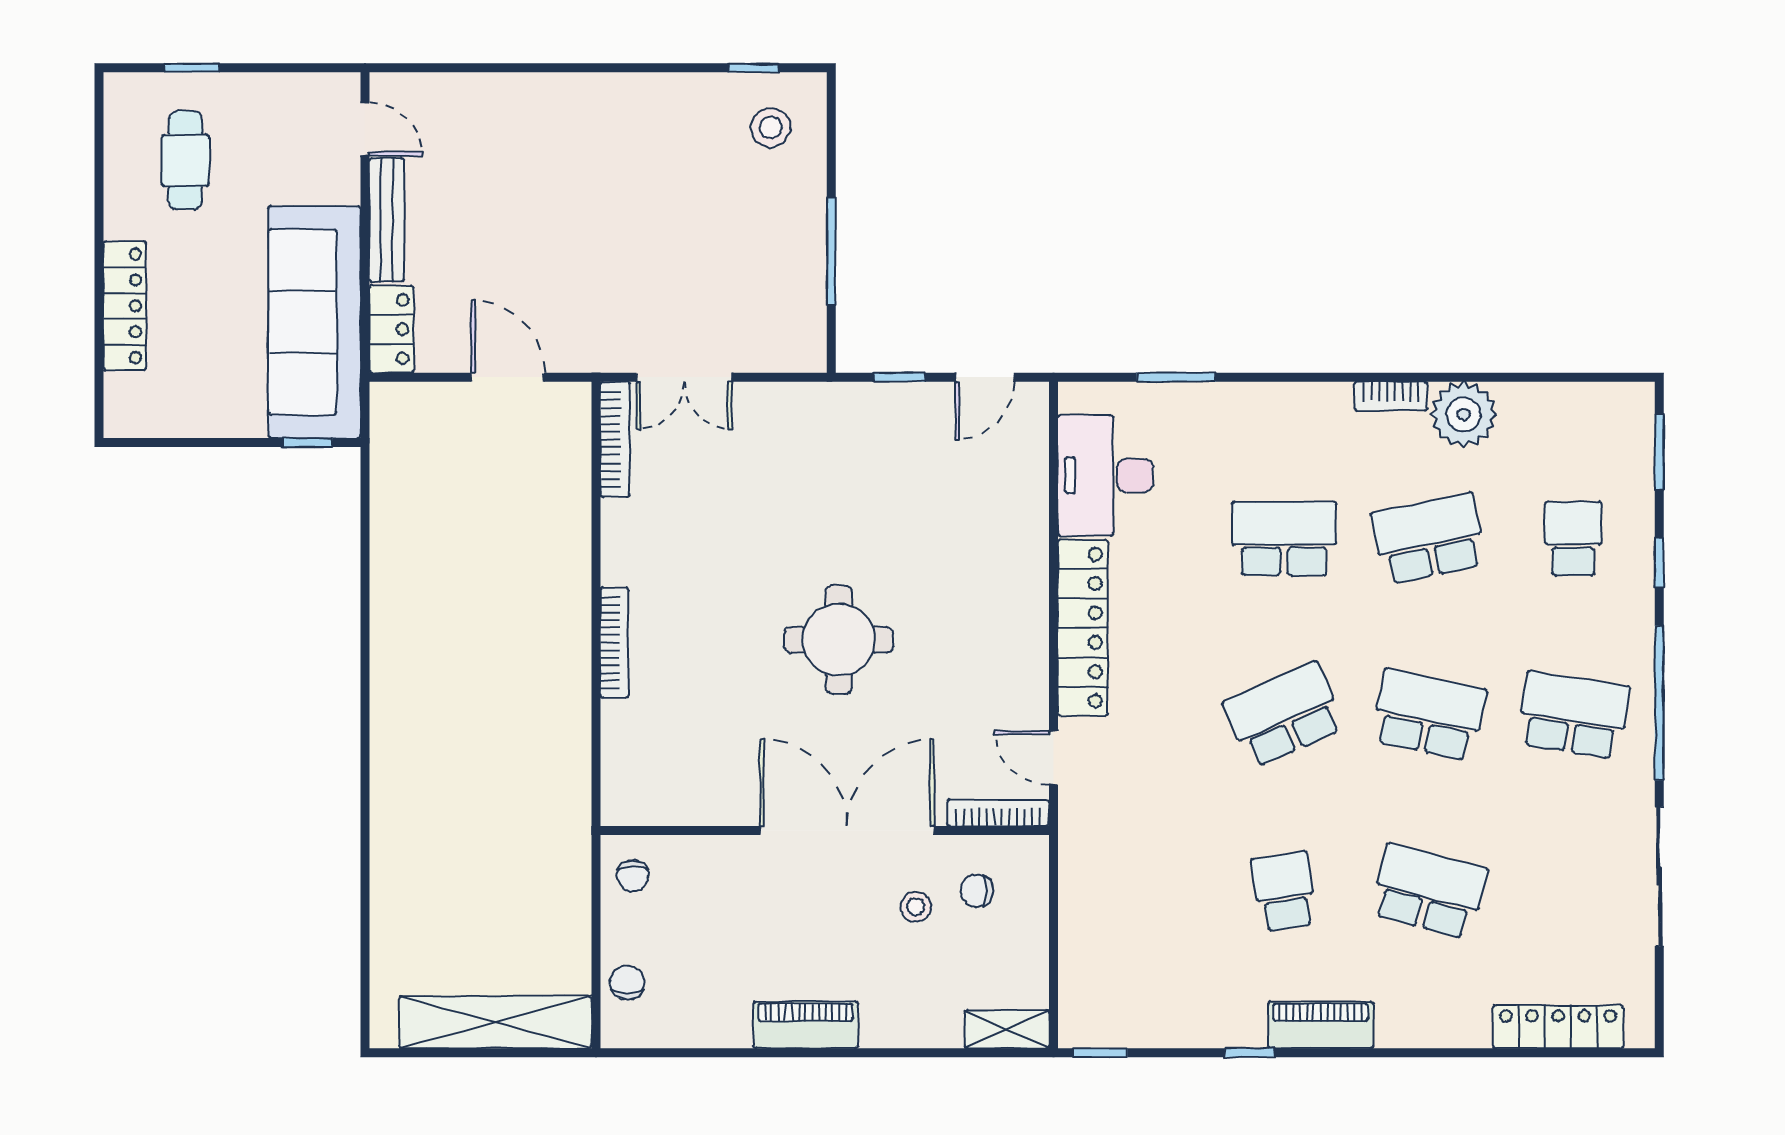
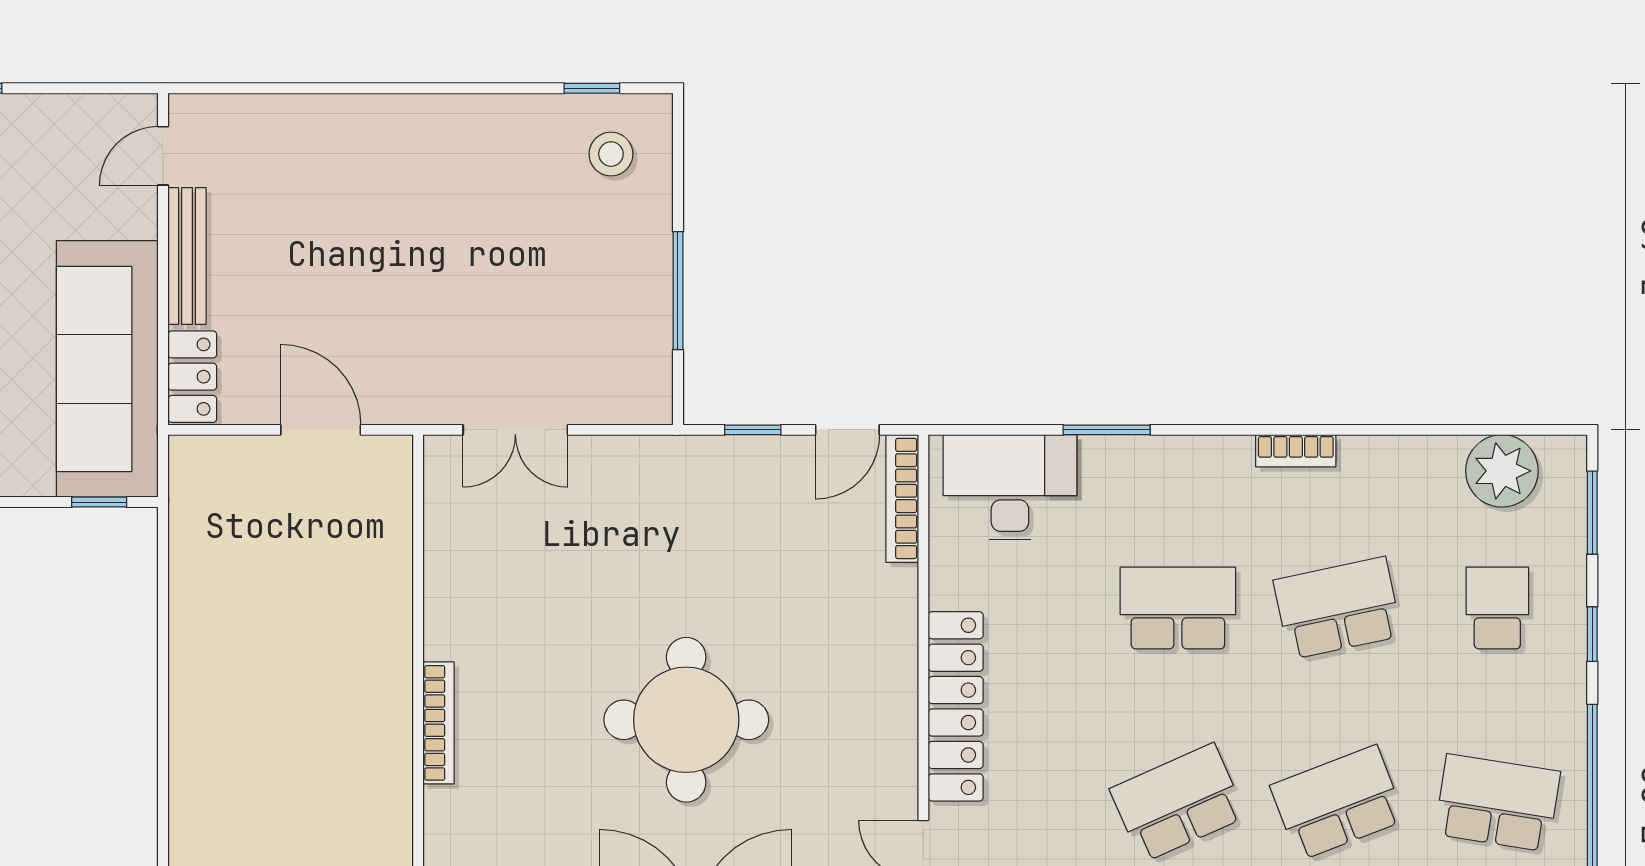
door: (365, 129) -> (163, 156), swing flipped
window: (1176, 377) -> (1107, 430), moved
plant: (1464, 414) -> (1502, 471), moved
bookcase: (615, 439) -> (902, 498), moved, turned 180
desk: (1105, 475) -> (1010, 487), moved, turned 90
round table: (839, 640) -> (686, 720), width x1.36, depth x1.36
school desk: (1429, 715) -> (1338, 803), turned -33

